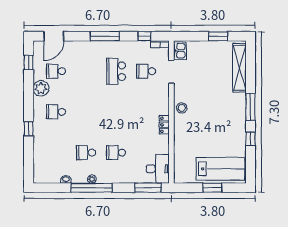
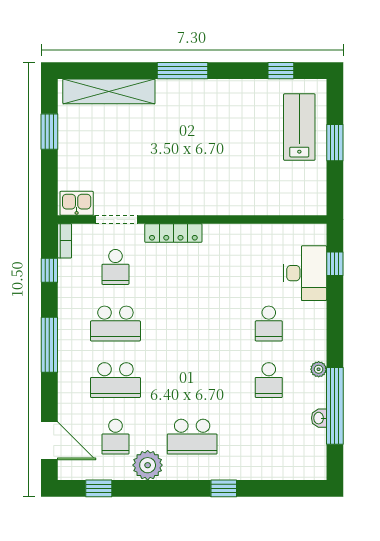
school desk: (86, 71) -> (115, 380), added
stool: (182, 108) -> (185, 200), removed
school desk: (56, 112) -> (192, 437), width x1.85
locker: (164, 125) -> (173, 233), moved, width x1.53
window: (250, 139) -> (281, 71), moved
desk: (158, 169) -> (305, 273), moved, turned 90
lab bench: (220, 169) -> (299, 127), width x0.73, depth x0.72
window: (92, 188) -> (335, 406), moved
window: (148, 188) -> (335, 264), width x0.46

